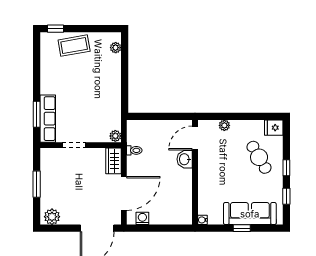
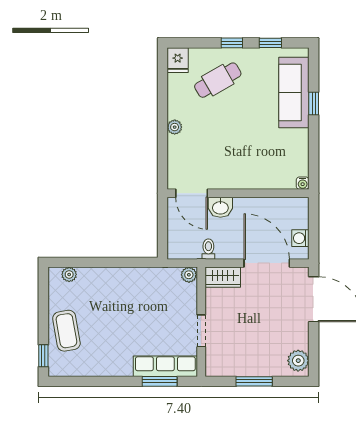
door: (195, 138) -> (192, 193), moved
washbasin: (185, 159) -> (220, 207), moved
wall: (195, 172) -> (238, 193), moved
water cooler: (203, 220) -> (303, 183), moved

